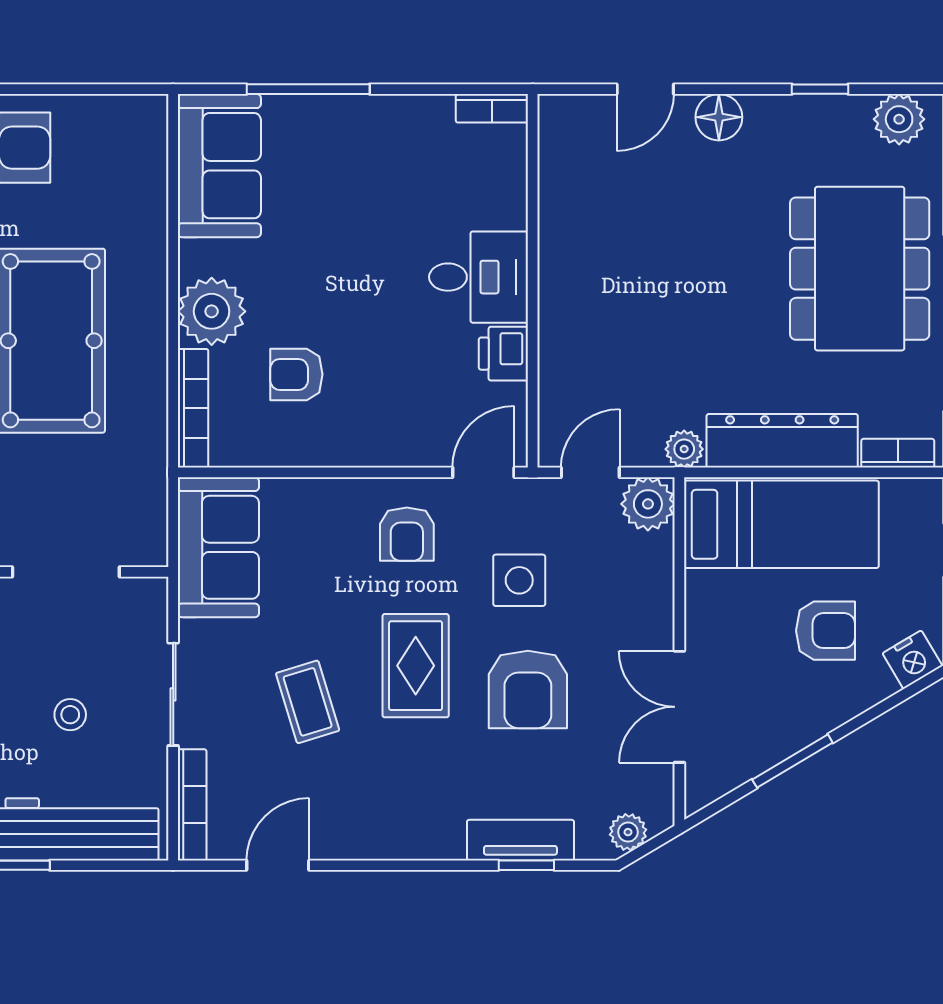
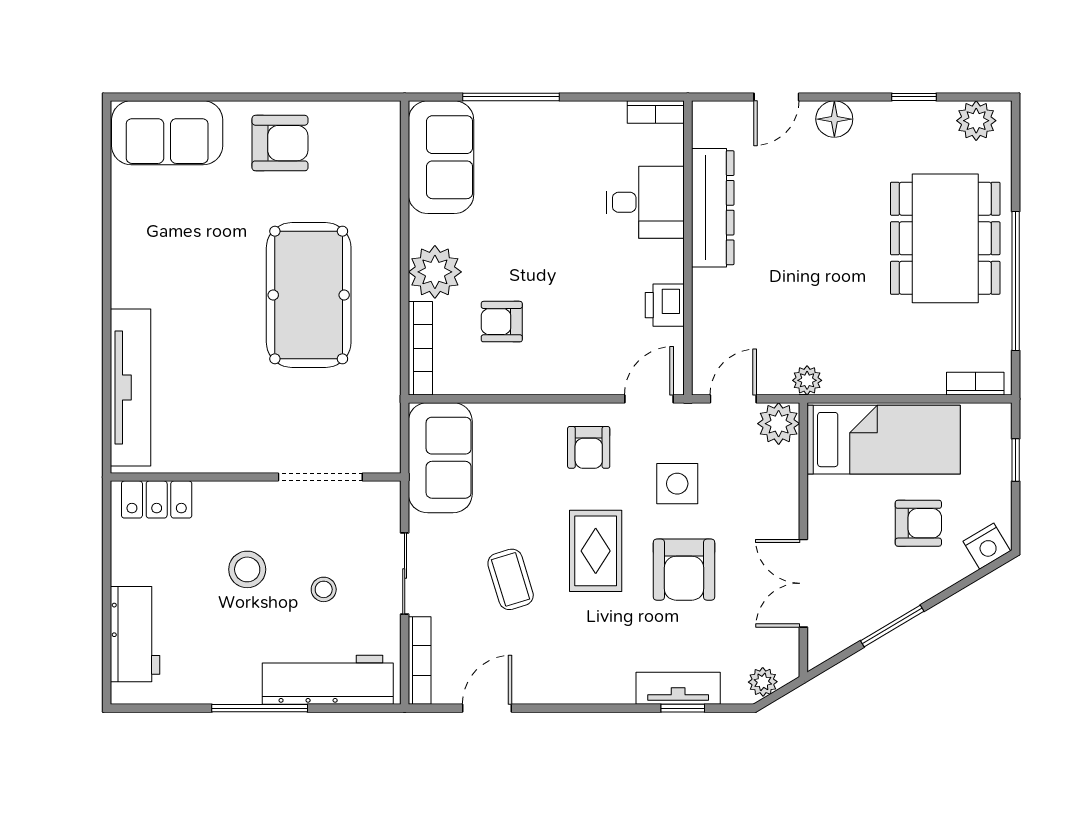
desk: (479, 277) -> (645, 202), moved
dresser: (782, 441) -> (713, 208), moved, turned 90

